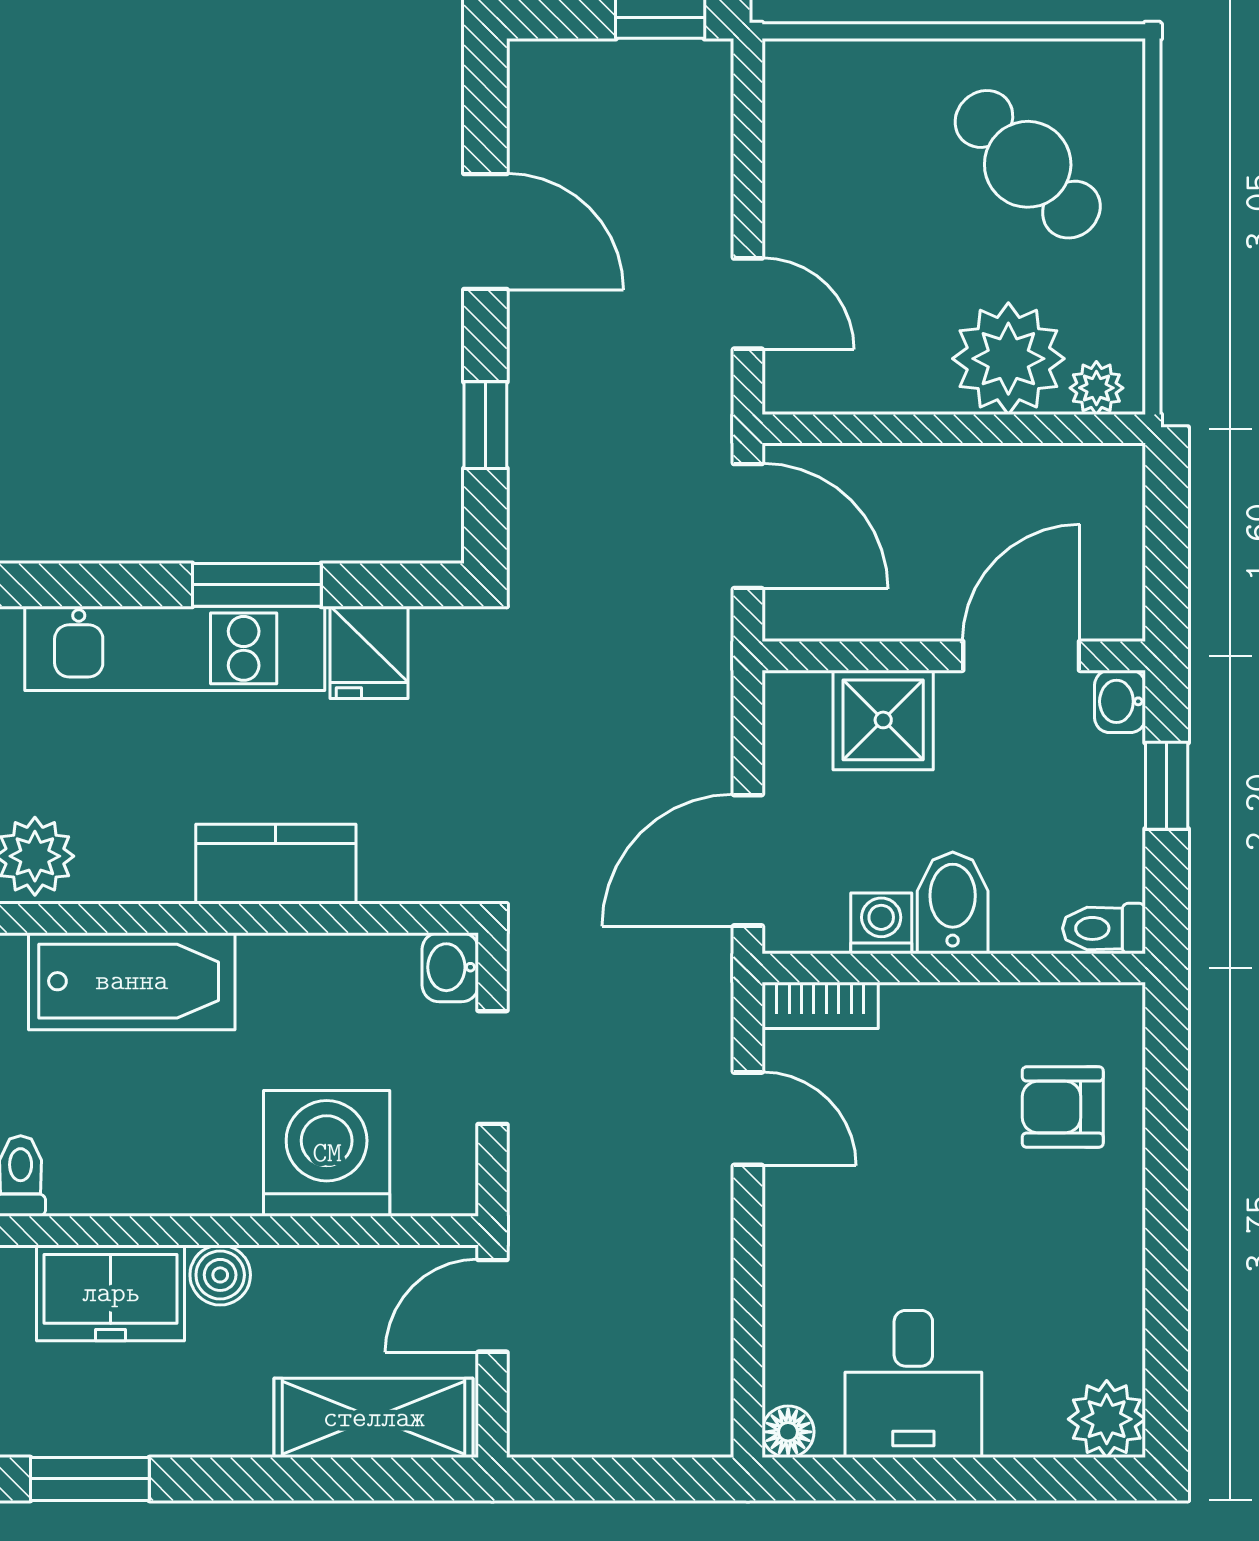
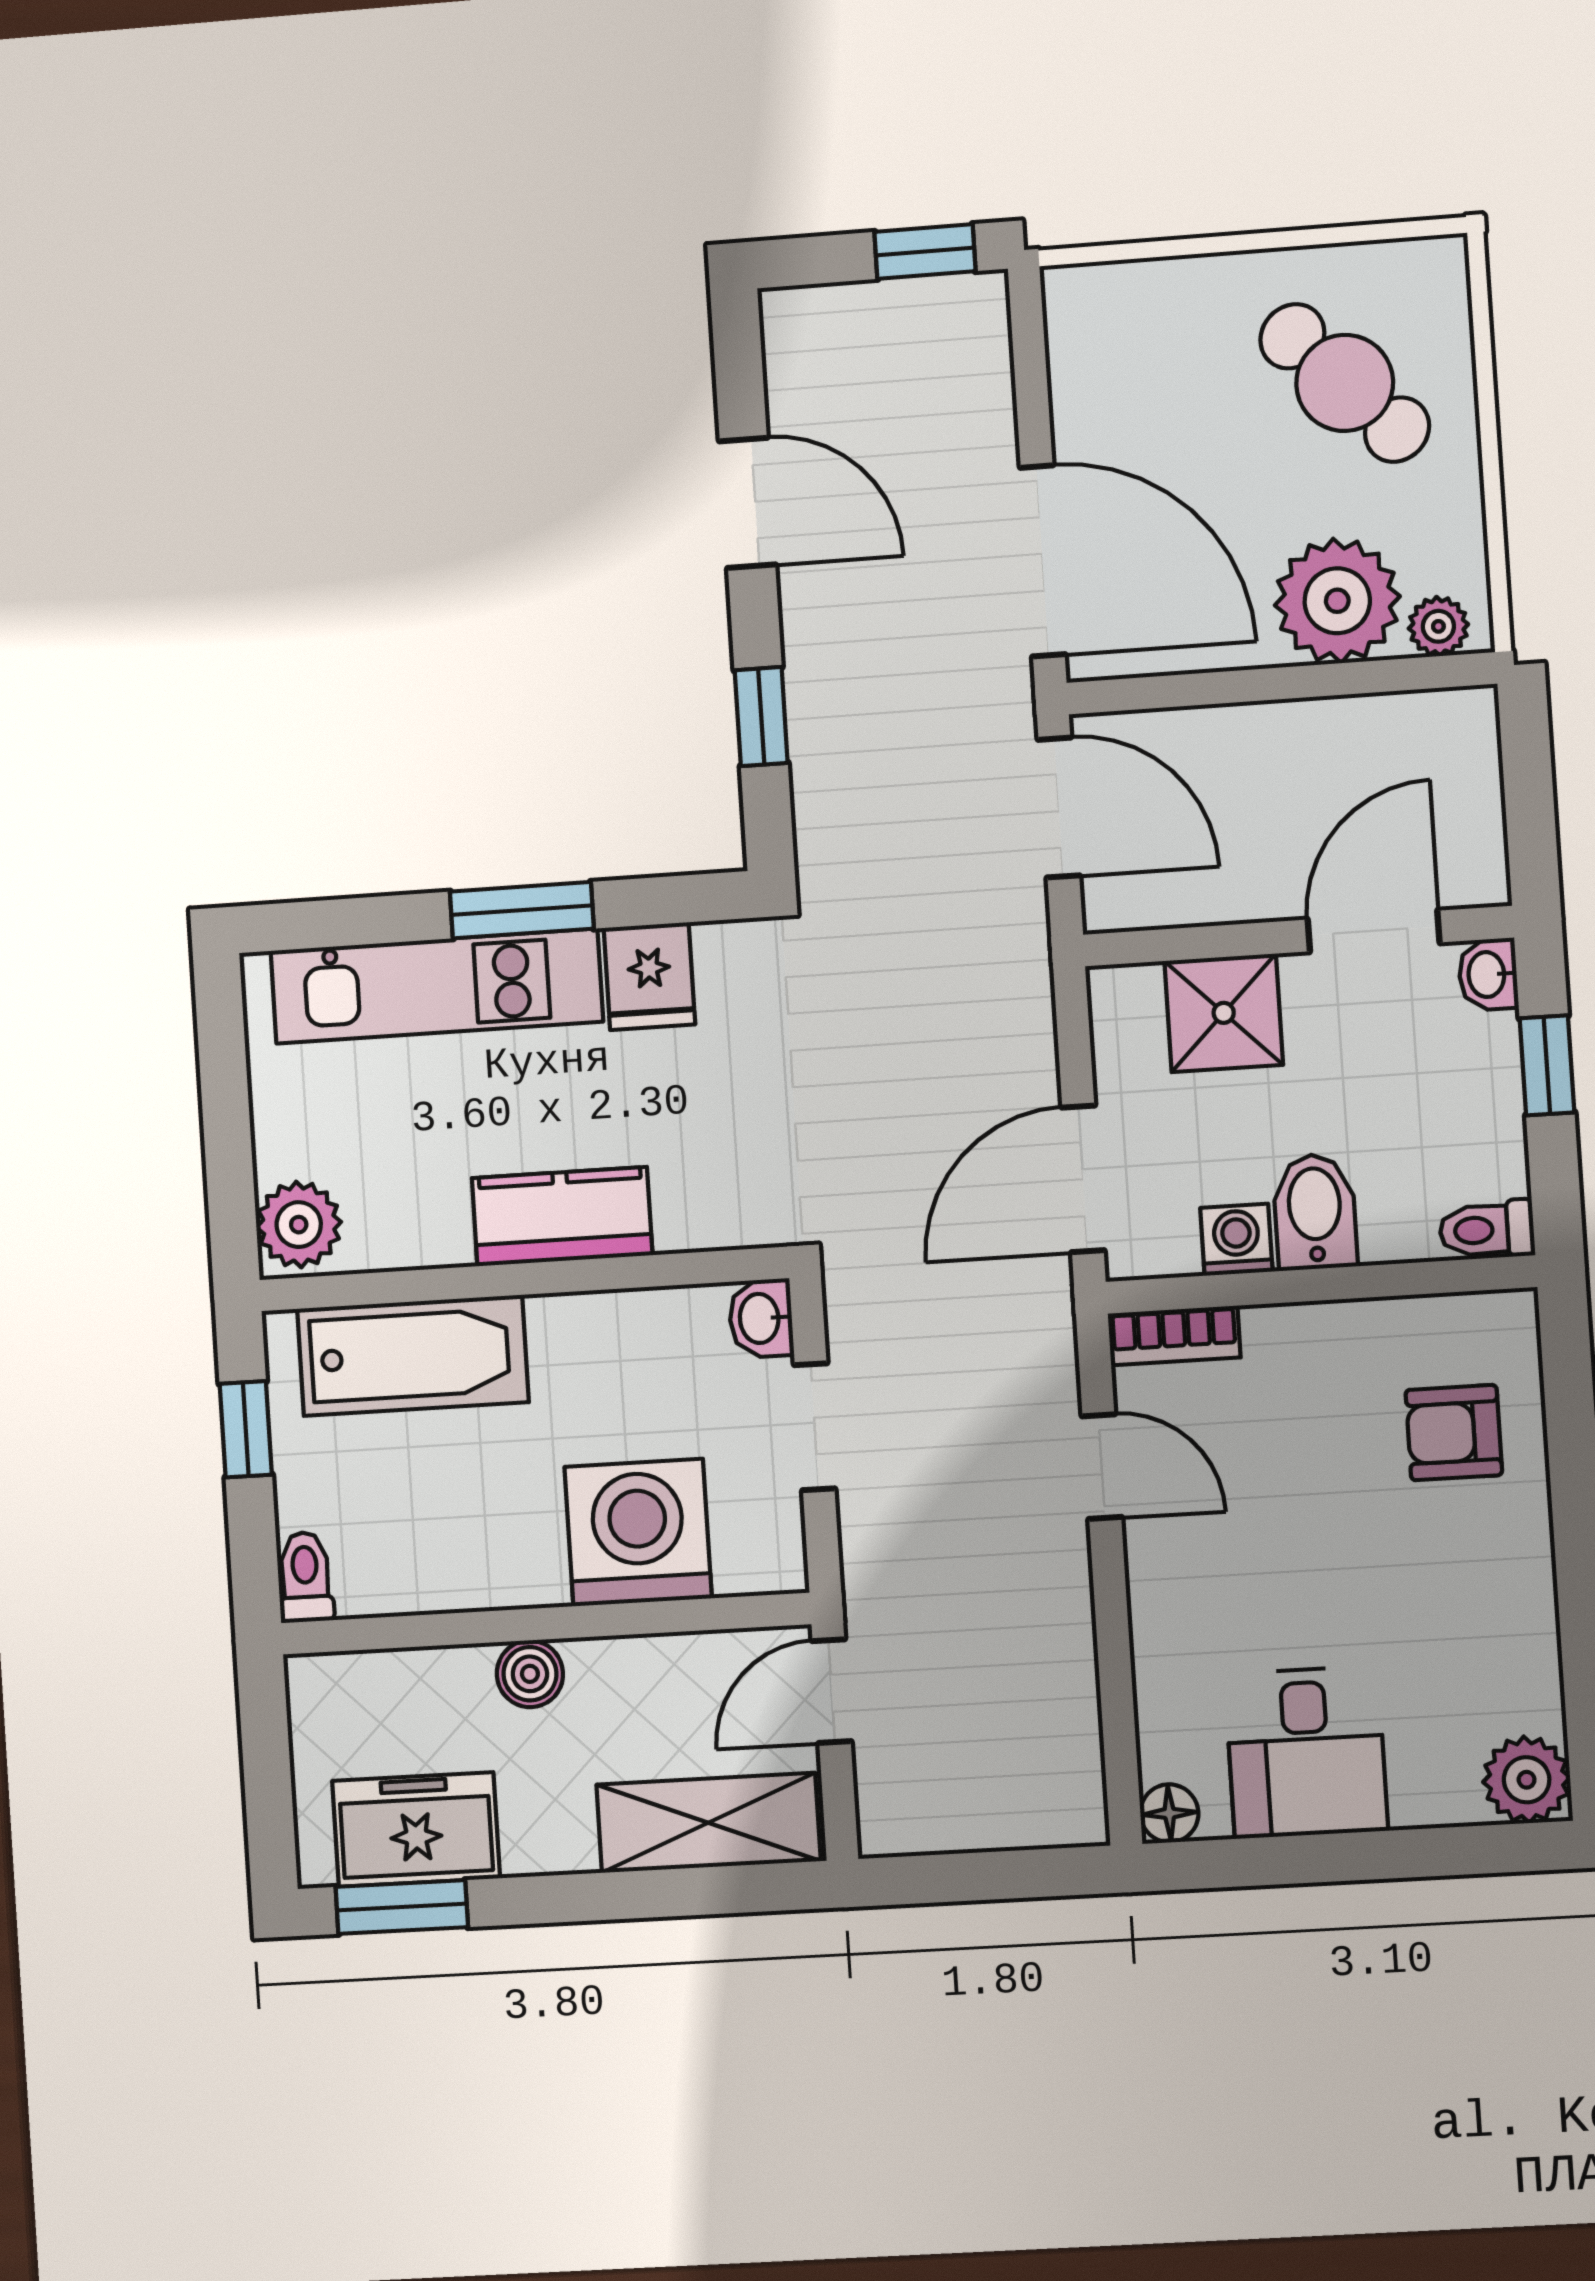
door: (748, 304) -> (1043, 561), width x1.87
freezer: (111, 1293) -> (416, 1829), moved, turned 180

